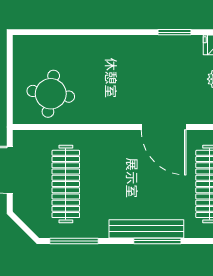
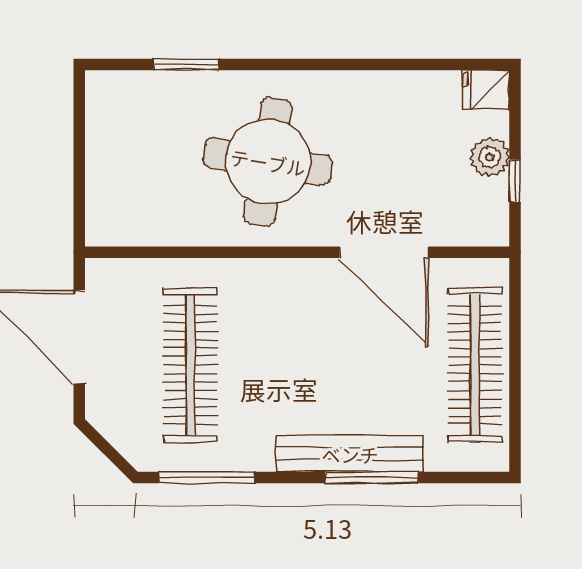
window: (174, 32) -> (186, 65), moved
round table: (51, 94) -> (268, 162), moved, width x1.36, depth x1.36

